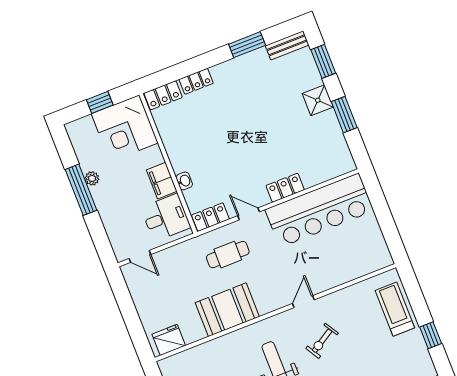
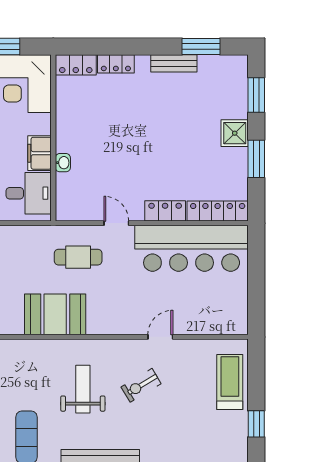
window: (247, 45) -> (201, 47), moved
bench: (287, 45) -> (174, 63), moved
locker: (210, 217) -> (218, 211), moved, width x1.53
door: (303, 302) -> (160, 337), moved

